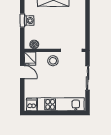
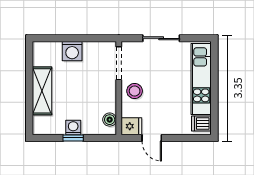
washing machine: (79, 20) -> (72, 51), added
door: (22, 72) -> (152, 138), swing flipped

